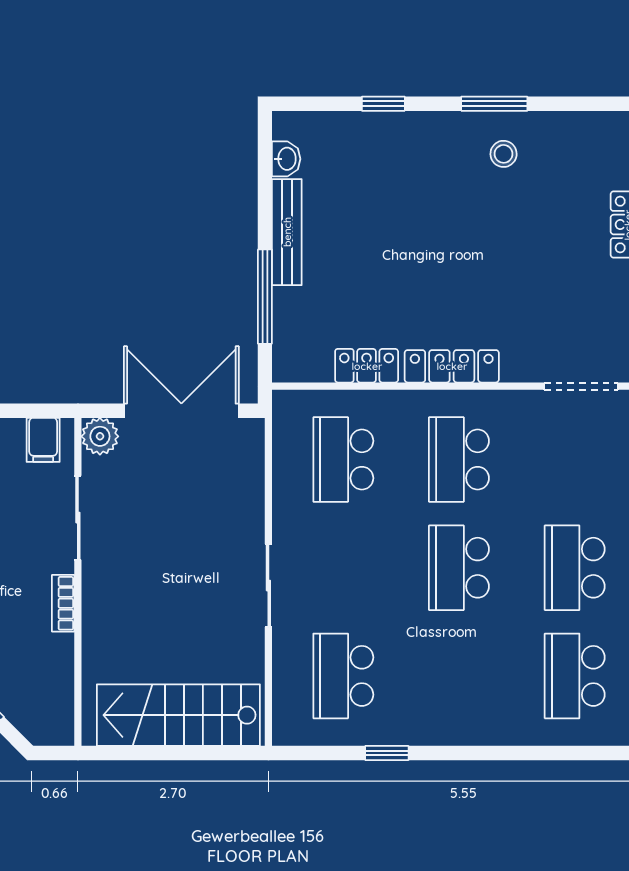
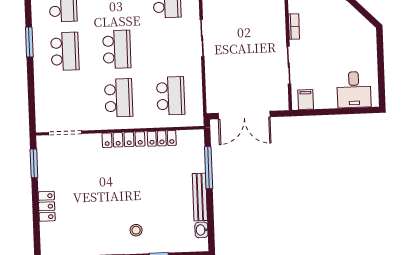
stool: (504, 154) -> (136, 230), moved
plant: (100, 436) -> (280, 102), removed

